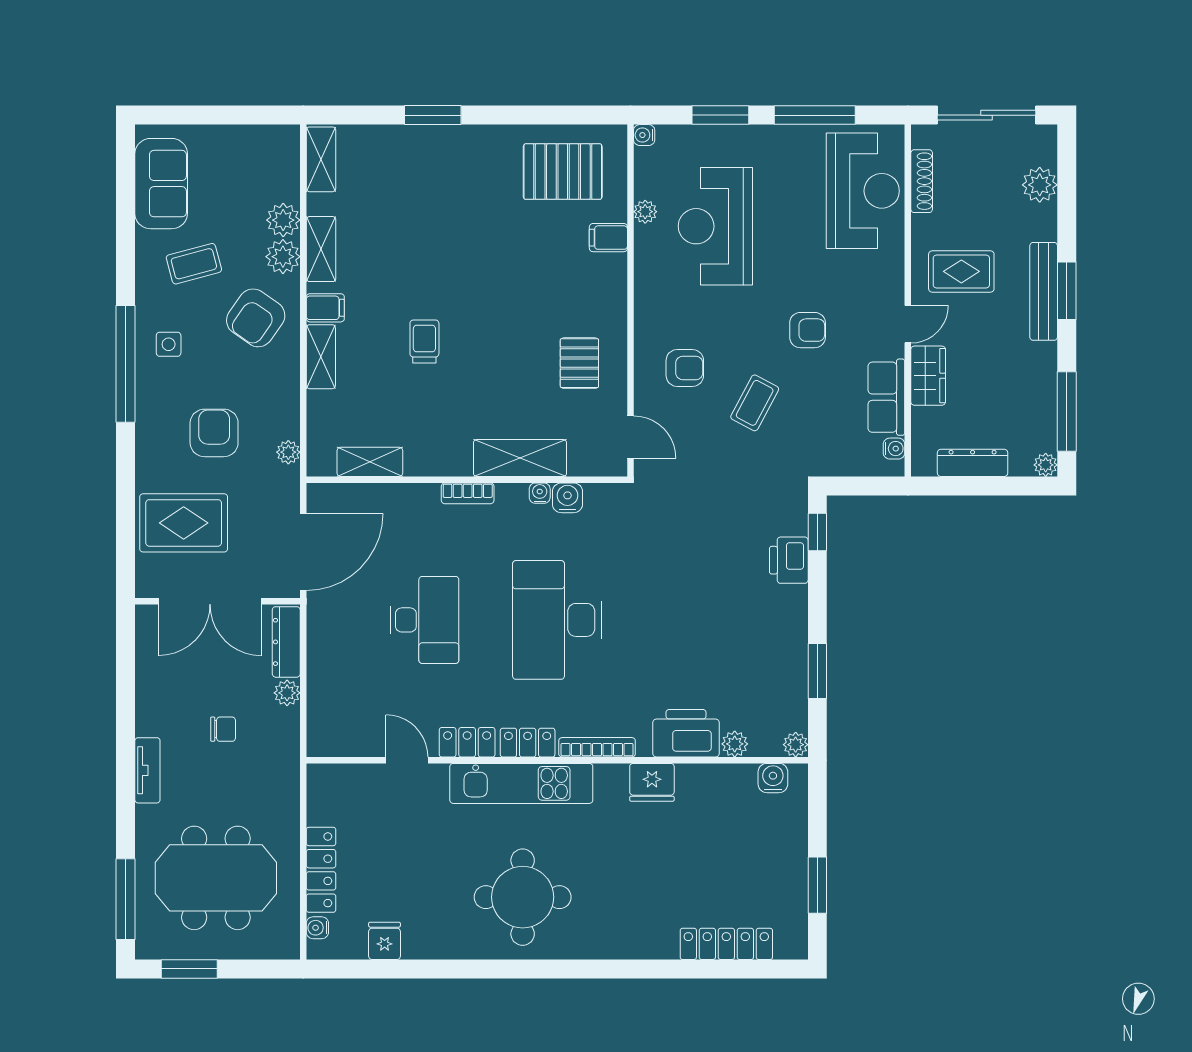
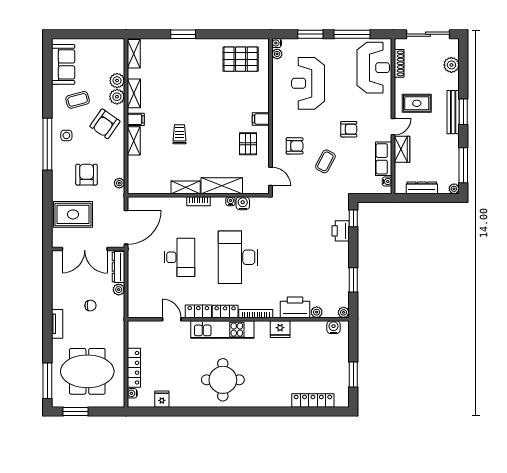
plant: (645, 212) -> (277, 54), moved
filing cabinet: (608, 238) -> (261, 119), moved
shelving: (370, 462) -> (186, 187), moved

